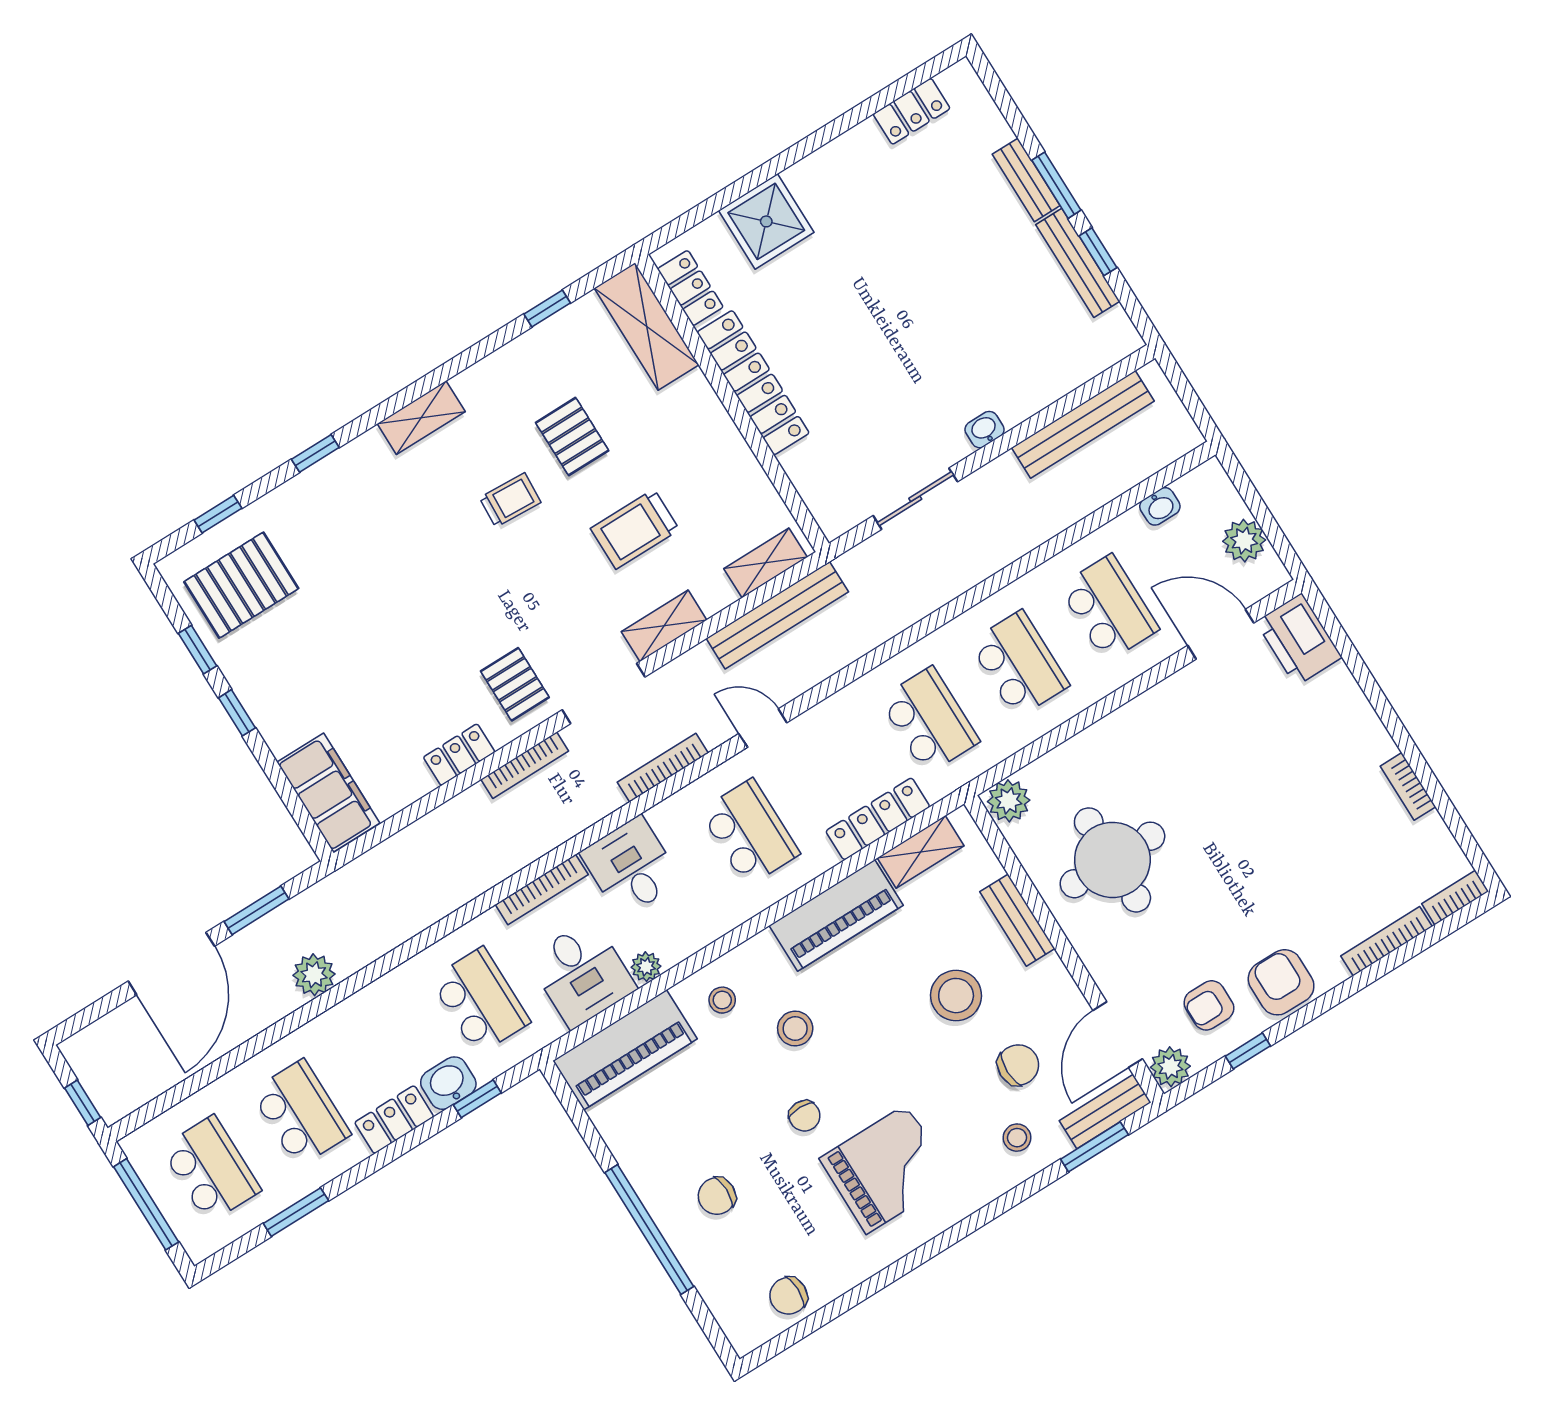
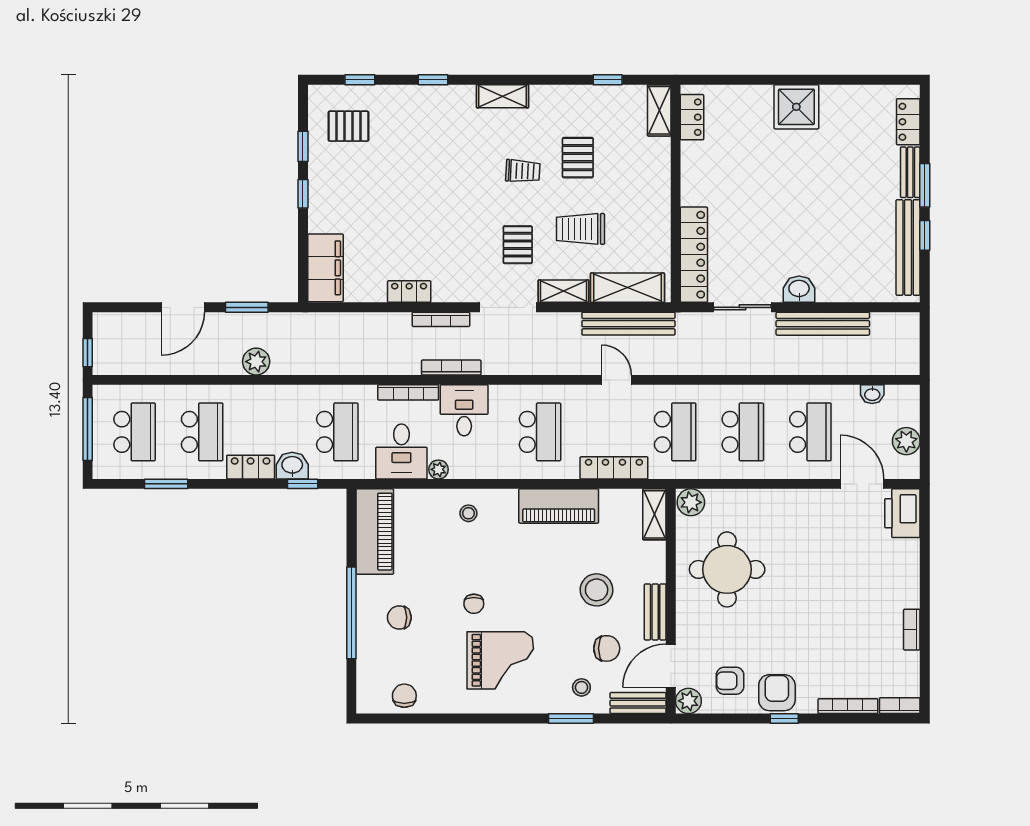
locker: (912, 111) -> (908, 122), moved, turned 90
shower: (766, 221) -> (796, 107), moved
bench: (1078, 263) -> (908, 247), width x1.37, depth x1.21
shelving: (647, 326) -> (659, 110), width x0.67, depth x0.75
locker: (753, 383) -> (694, 255), moved
bench: (1083, 424) -> (823, 324), moved
washbasin: (985, 430) -> (799, 289), width x1.38, depth x1.45
shelving: (766, 563) -> (627, 288), width x1.50, depth x1.33
pallet: (241, 585) -> (349, 126), width x0.67, depth x0.71
pallet: (515, 684) -> (518, 245), moved
door: (763, 728) -> (616, 380), moved
bookcase: (663, 768) -> (451, 367), moved
shelving: (921, 852) -> (654, 514), moved, turned 90
bench: (1017, 920) -> (655, 612), moved
door: (171, 964) -> (183, 307), width x0.73
stool: (795, 1028) -> (498, 553), removed
piano: (625, 1050) -> (375, 532), moved, turned -90
window: (1248, 1051) -> (784, 719), moved
window: (1094, 1147) -> (571, 719), moved
chair: (788, 1296) -> (404, 696), turned 90

